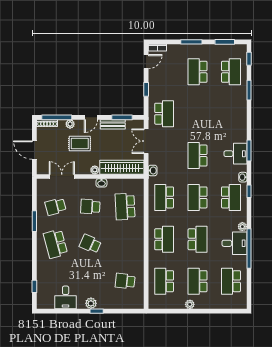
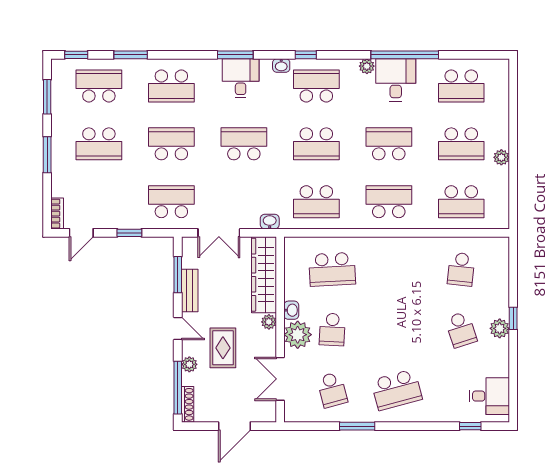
door: (146, 62) -> (81, 233), swing flipped
school desk: (198, 114) -> (171, 144), added
school desk: (231, 114) -> (171, 86), added
school desk: (198, 156) -> (244, 144), turned 180
plant: (87, 187) -> (298, 335), added
school desk: (90, 244) -> (461, 330), moved, turned -42
desk: (66, 297) -> (489, 396), moved

